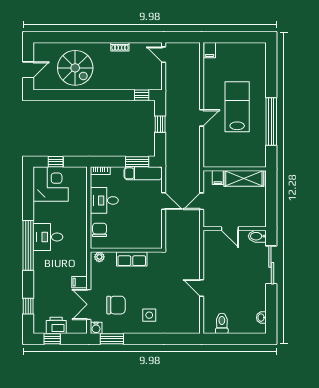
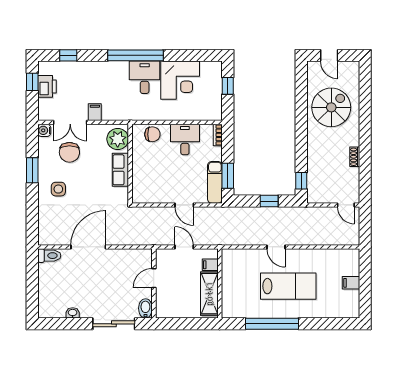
filing cabinet: (210, 50) -> (351, 283), moved
door: (164, 55) -> (346, 205), swing flipped
spiral stairs: (75, 68) -> (331, 107), turned 180
corner desk: (51, 184) -> (180, 80), moved
door: (164, 201) -> (184, 205), hinge flipped
plant: (99, 257) -> (118, 139), width x1.88, depth x1.88
door: (202, 288) -> (88, 247), width x1.88
double door: (89, 304) -> (70, 122), swing flipped
washbasin: (261, 318) -> (73, 313), moved
toilet: (222, 323) -> (49, 256), moved
window: (112, 339) -> (32, 170), moved

